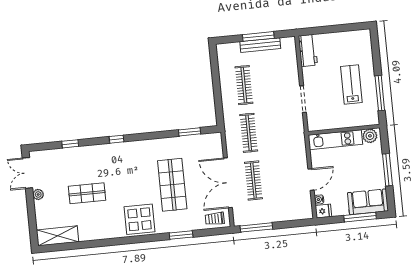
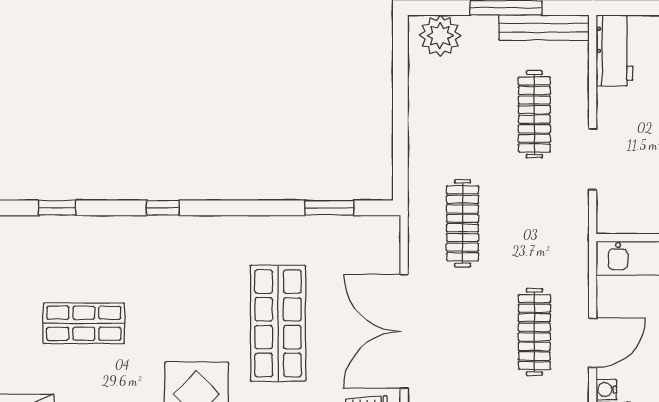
bench: (260, 45) -> (544, 28), moved
plant: (231, 52) -> (440, 36), added
clothes rail: (244, 85) -> (534, 114), moved
clothes rail: (253, 181) -> (534, 332), moved

